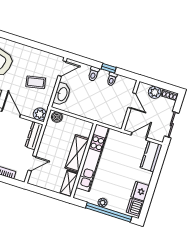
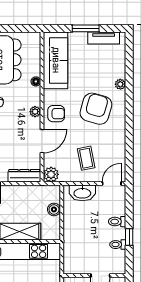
door: (62, 68) -> (112, 183), swing flipped
boiler: (57, 117) -> (54, 209), moved

